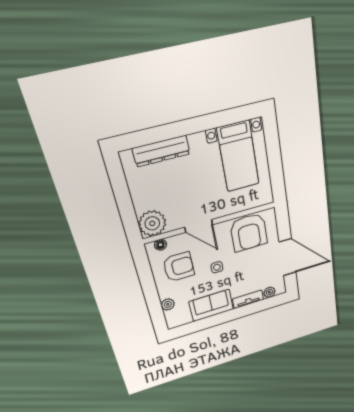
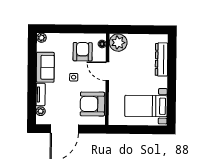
door: (199, 226) -> (107, 71), hinge flipped
armchair: (179, 267) -> (83, 52), turned 180
plant: (168, 304) -> (42, 38), moved

